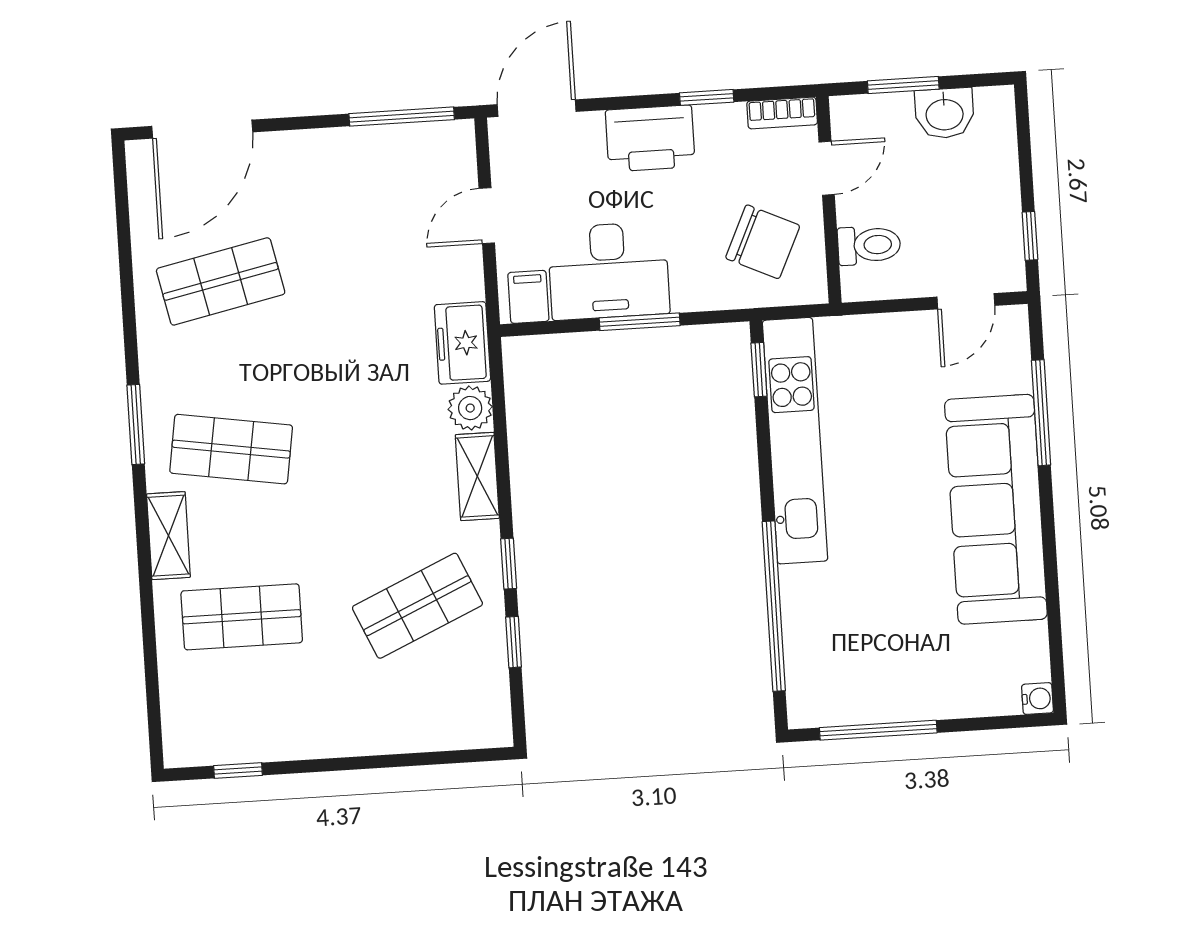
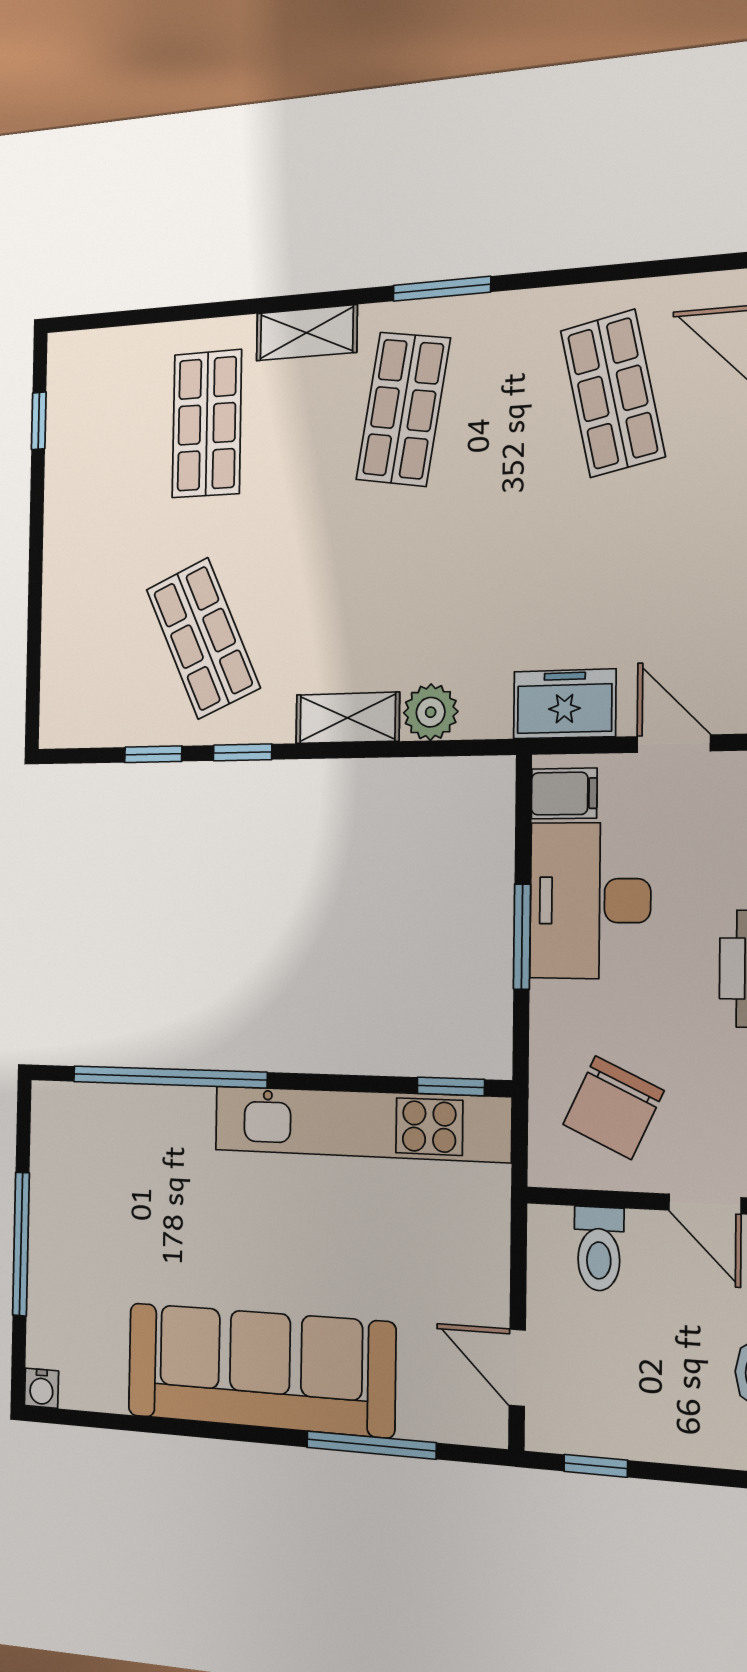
freezer: (462, 343) -> (565, 704), moved
window: (878, 730) -> (21, 1244), moved

